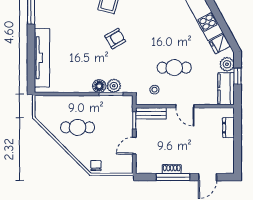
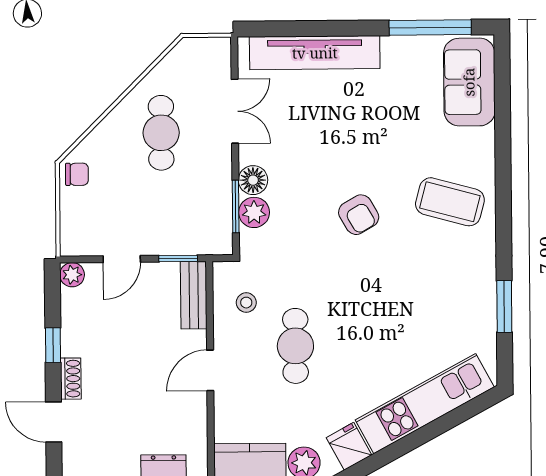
double door: (68, 94) -> (235, 111), added
door: (134, 146) -> (122, 259), swing flipped
plant: (141, 168) -> (72, 275), added
shoe rack: (172, 169) -> (71, 379), moved
window: (173, 177) -> (53, 345), width x0.46

